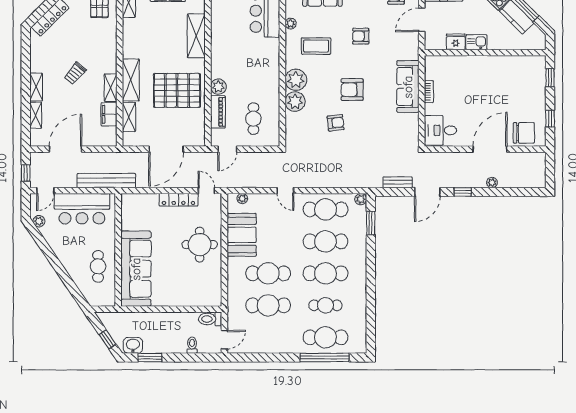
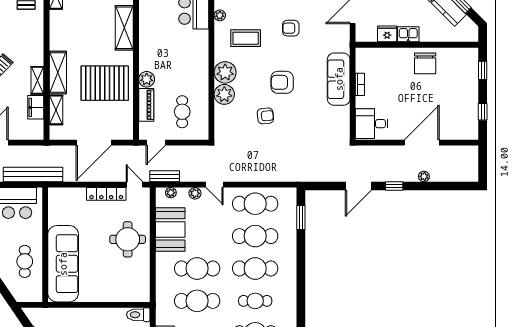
chair: (524, 133) -> (425, 63), moved, turned 90
bench: (398, 182) -> (165, 176), moved
plant: (361, 199) -> (195, 193), moved

